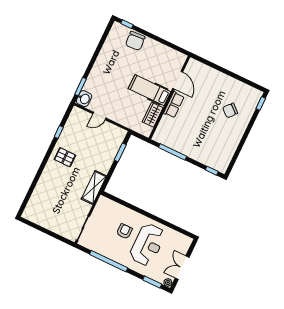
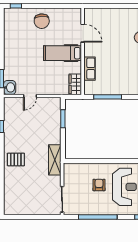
chair: (135, 41) -> (42, 21), moved
row of seats: (174, 105) -> (89, 69), moved
wardrobe: (153, 115) -> (75, 84), moved
pallet: (65, 157) -> (16, 159), moved

